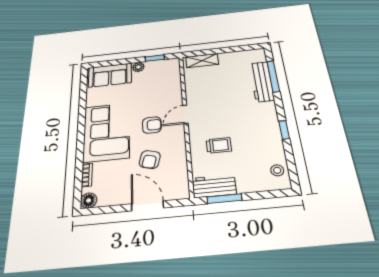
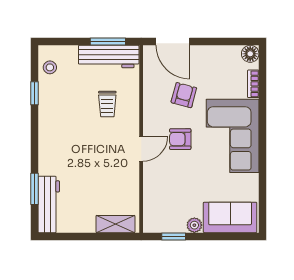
window: (273, 76) -> (34, 189), width x0.69
workbench: (262, 82) -> (49, 204), moved
window: (284, 130) -> (34, 93), moved
trolley: (219, 145) -> (107, 104), turned -90
workbench: (214, 186) -> (109, 56), width x1.38
door: (148, 206) -> (173, 41), moved

